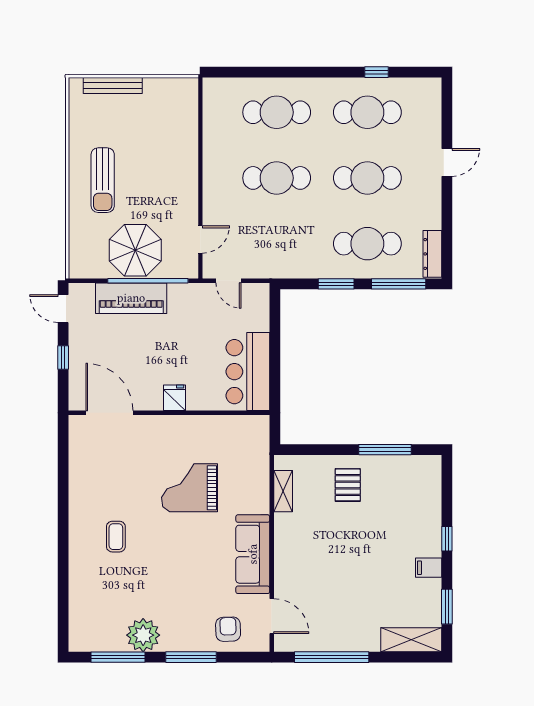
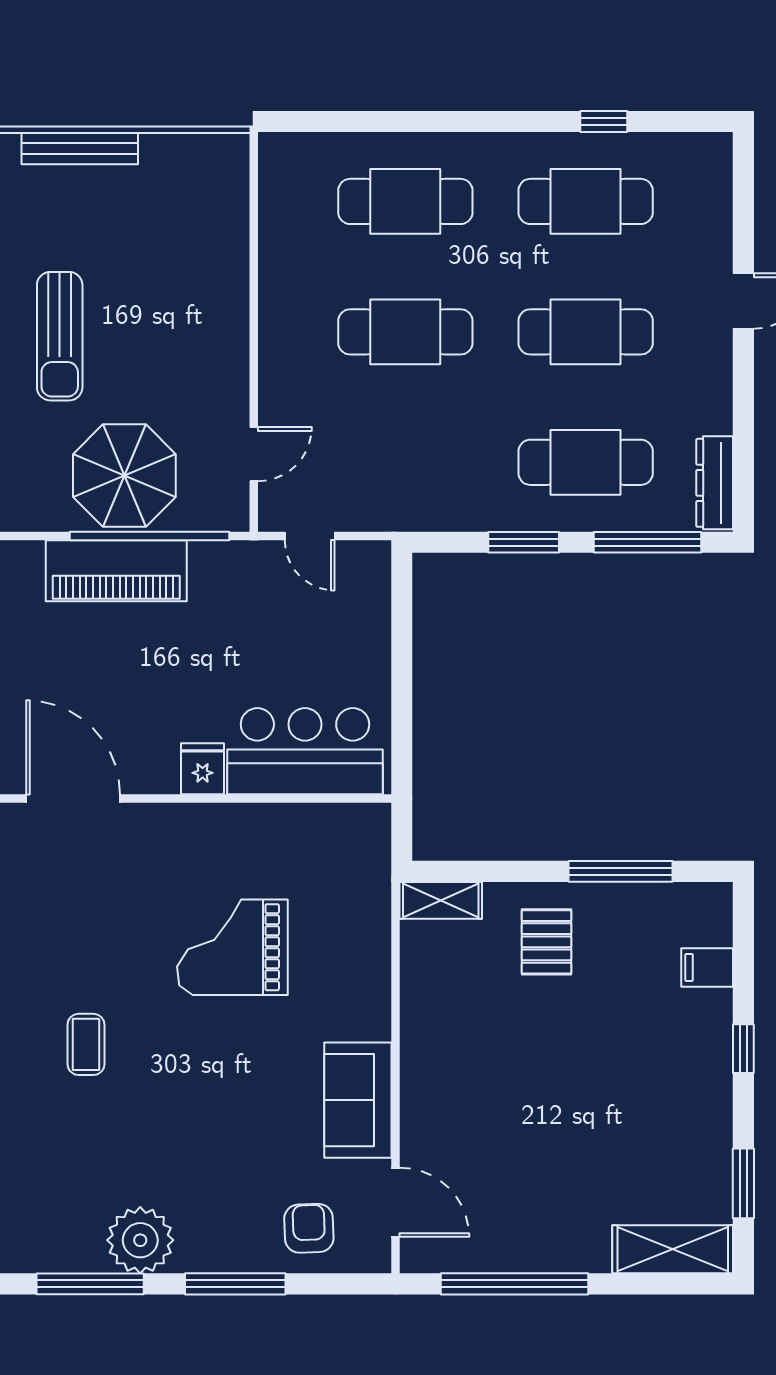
bar counter: (248, 372) -> (305, 751), moved, turned 90
shelving: (283, 491) -> (441, 900), moved, turned 90
sofa: (253, 554) -> (358, 1100), width x0.73
filing cabinet: (429, 568) -> (707, 967), moved

